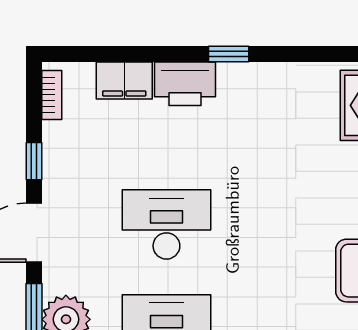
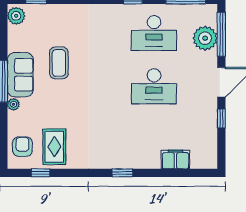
printer: (185, 84) -> (145, 158), removed
bookcase: (52, 95) -> (212, 152), removed

